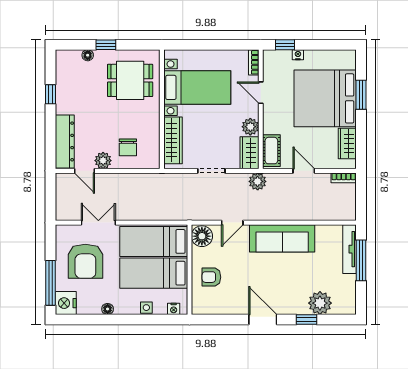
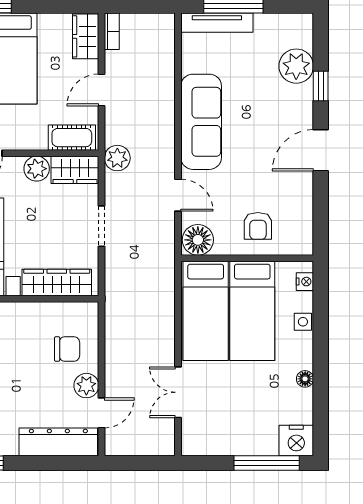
wardrobe: (347, 144) -> (86, 36), moved, turned 90
armchair: (85, 261) -> (235, 411), removed

